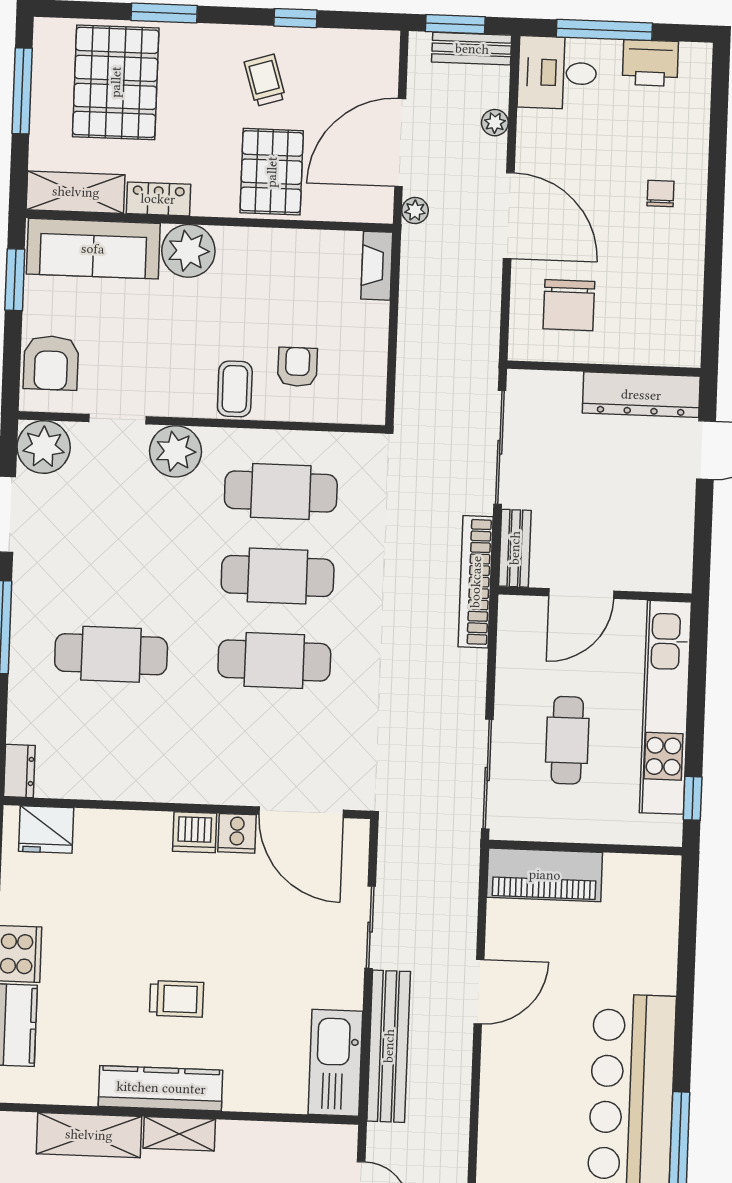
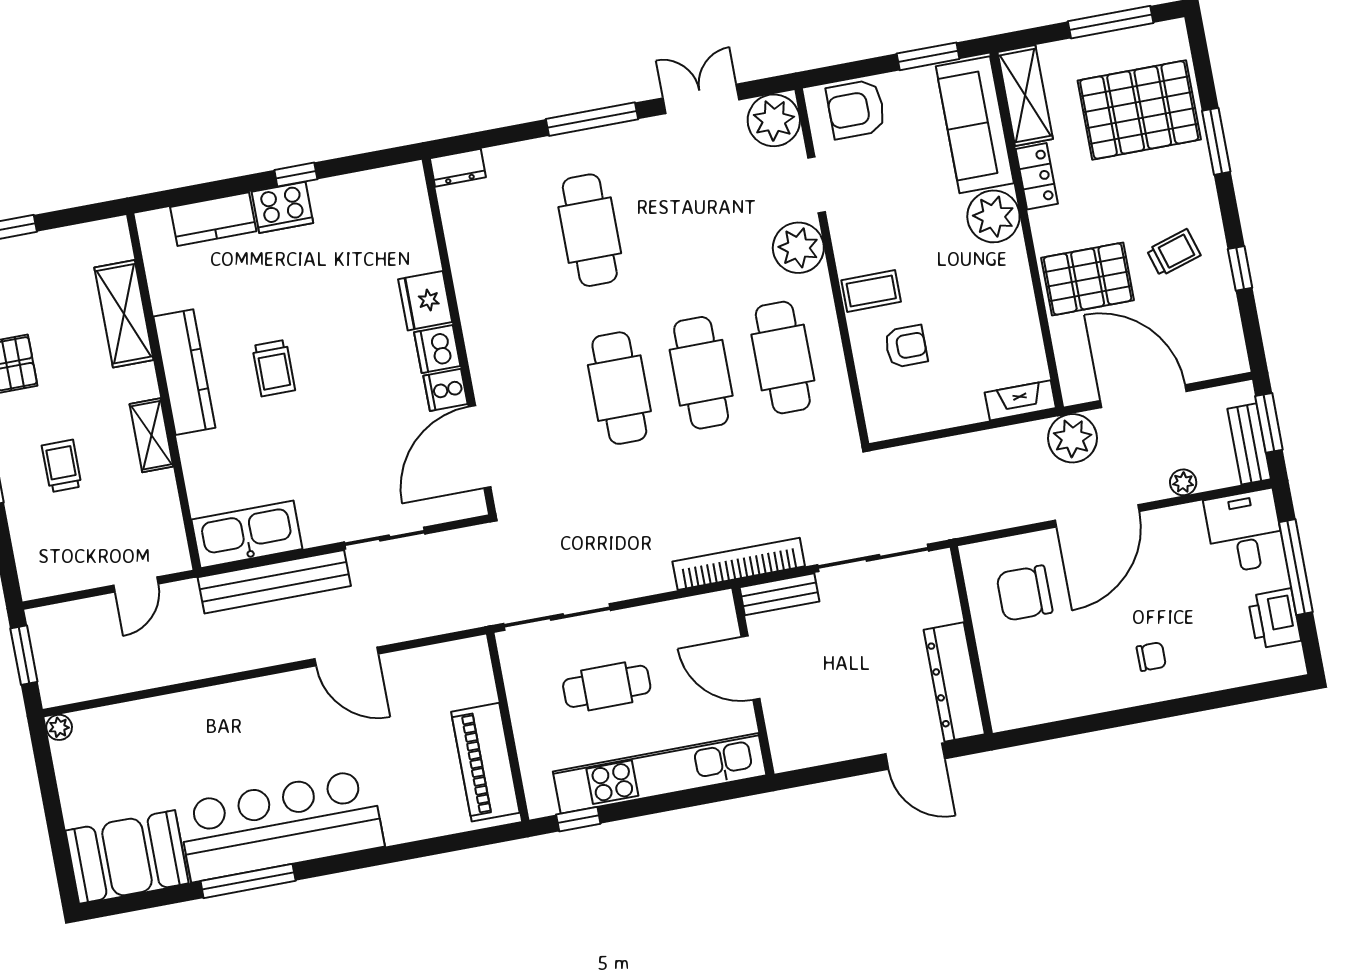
plant: (415, 211) -> (1072, 438), width x1.88, depth x1.88
fridge: (46, 830) -> (425, 301), moved
piano: (545, 875) -> (485, 762), moved
shelving: (179, 1134) -> (151, 435), moved

